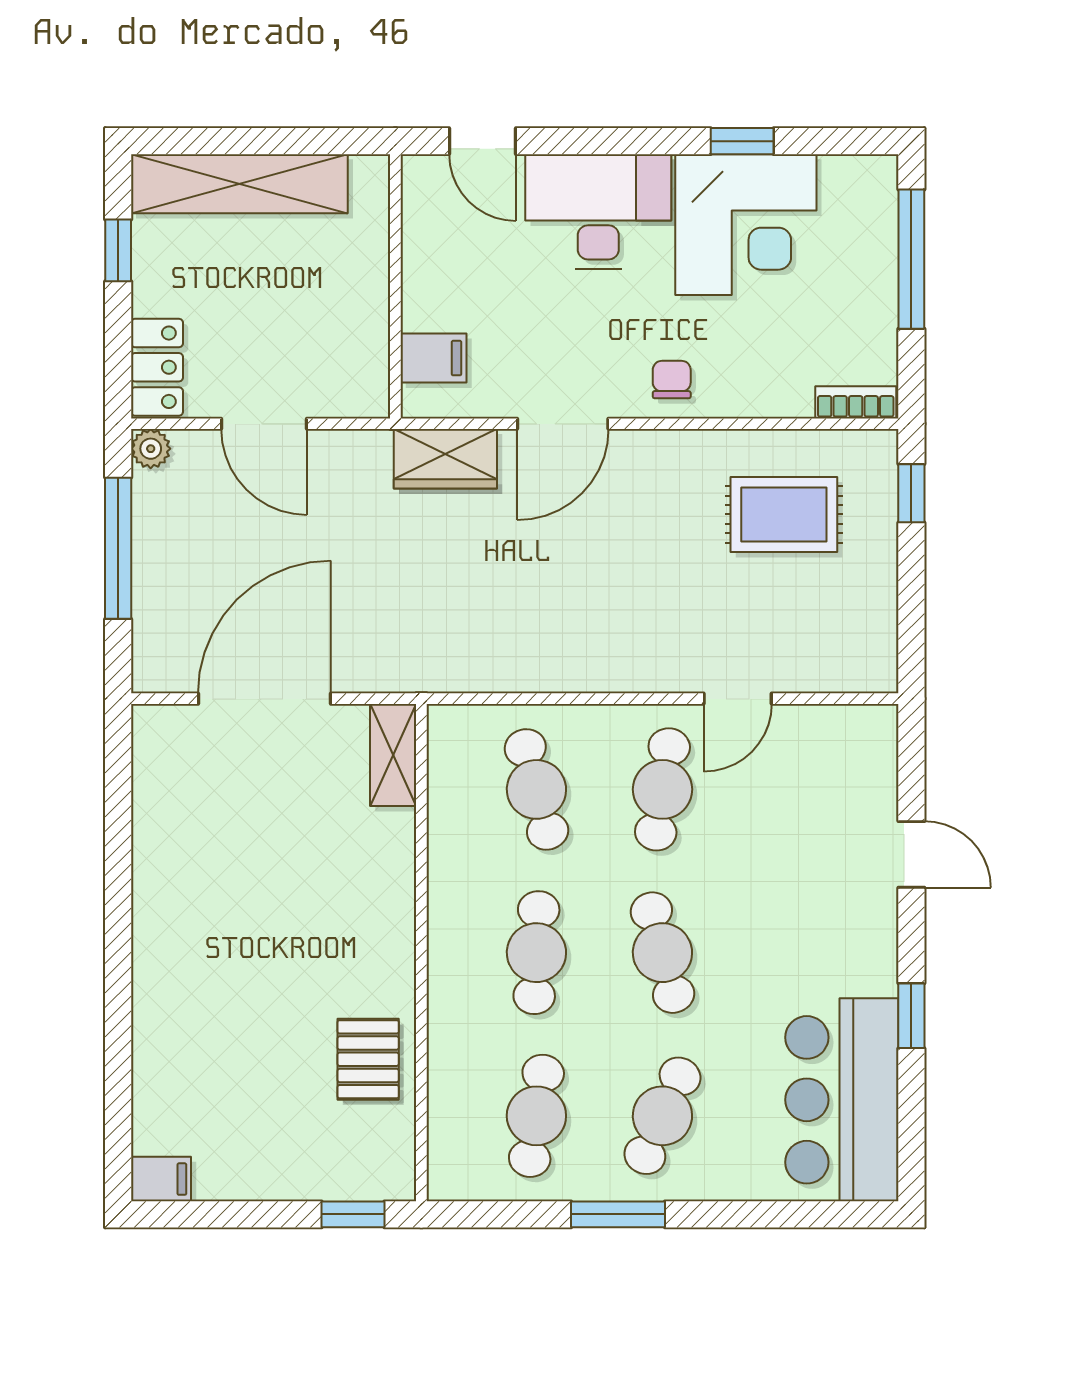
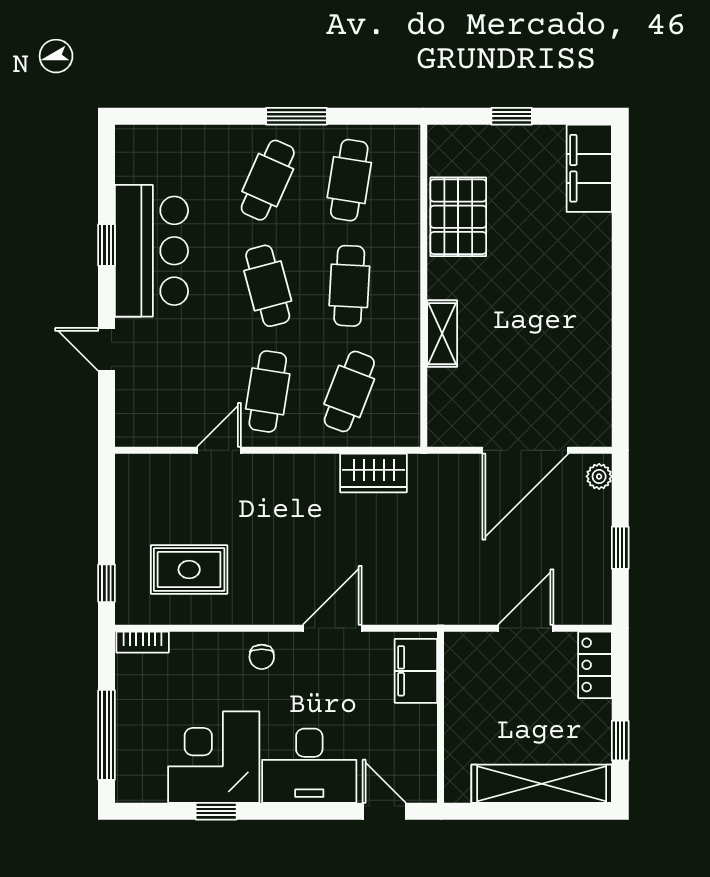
filing cabinet: (434, 358) -> (416, 671), width x2.00
door: (264, 424) -> (526, 628), hinge flipped
plant: (151, 449) -> (599, 476), moved
wardrobe: (445, 459) -> (374, 473), moved, turned 180
window: (118, 548) -> (620, 548), width x0.46
shelving: (393, 755) -> (442, 334), moved
cafe table: (536, 789) -> (349, 391), turned 36
pallet: (368, 1059) -> (458, 217), width x1.50, depth x1.42
bar counter: (842, 1100) -> (152, 251), moved
filing cabinet: (161, 1179) -> (589, 168), width x3.00, depth x1.17
window: (353, 1214) -> (512, 116), moved

